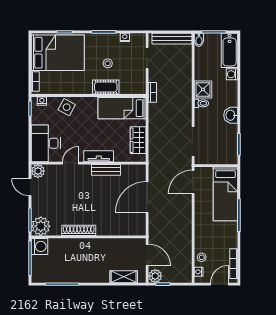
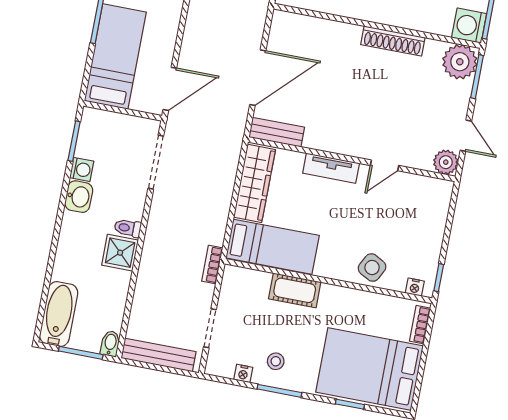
stool: (108, 63) -> (276, 361), moved
washing machine: (232, 74) -> (82, 169), moved
wardrobe: (138, 140) -> (255, 183), width x1.50
desk: (46, 143) -> (422, 210), removed
bench: (106, 170) -> (277, 132), moved

